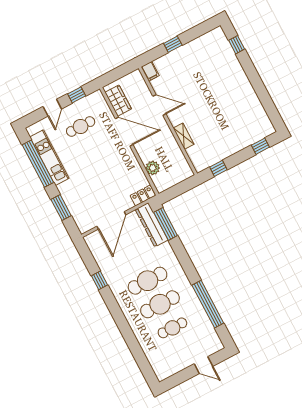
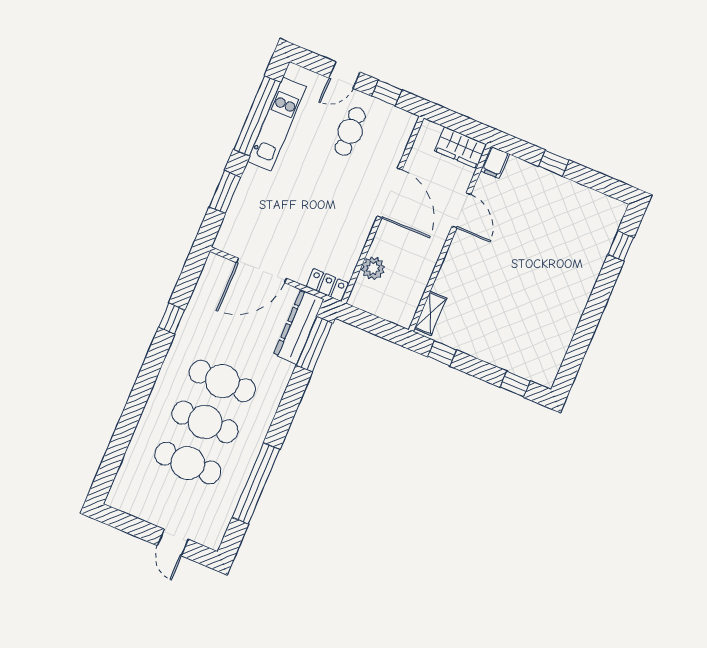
wardrobe: (118, 101) -> (461, 148), moved, turned 90
cafe table: (81, 127) -> (350, 131), turned 90
shelving: (184, 136) -> (430, 313), moved
cafe table: (172, 328) -> (188, 463), width x1.37, depth x1.35

